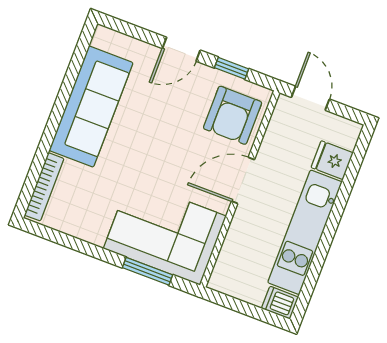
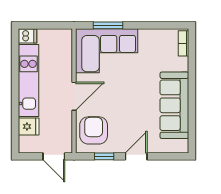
bookcase: (44, 187) -> (183, 43), width x0.64

